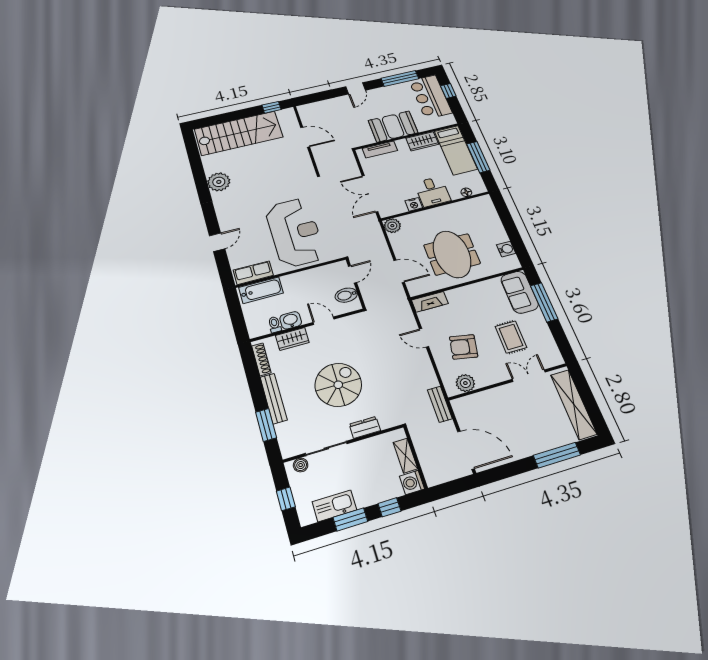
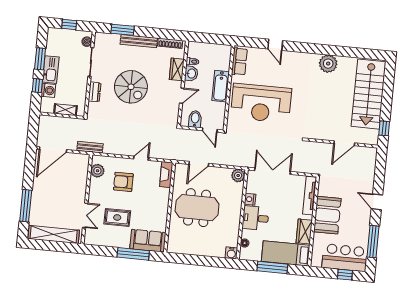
tv unit: (380, 150) -> (310, 196), width x1.41
water cooler: (506, 249) -> (231, 253), moved
bathtub: (261, 290) -> (221, 86), moved
armchair: (464, 347) -> (123, 182), turned -101
washing machine: (412, 482) -> (48, 90), moved, turned 90
kitchen sink: (334, 506) -> (51, 70), moved

